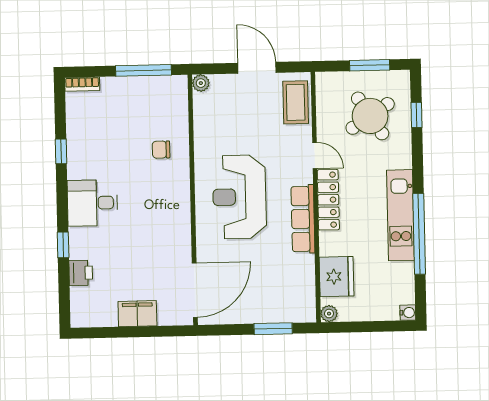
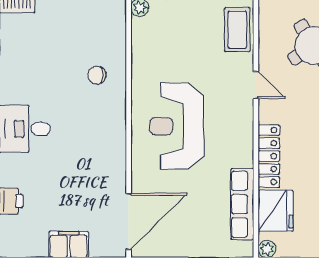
locker: (328, 200) -> (269, 156), moved
row of seats: (303, 219) -> (242, 204), moved

